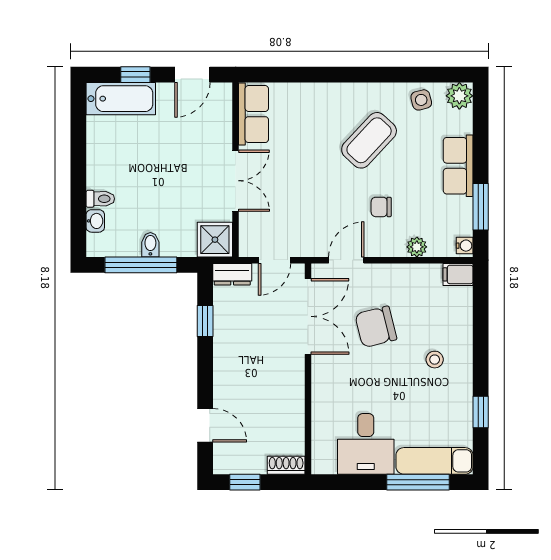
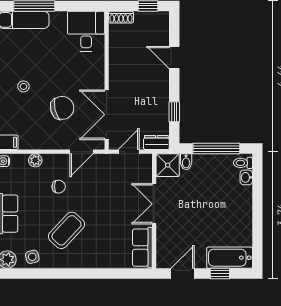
toilet: (100, 199) -> (243, 163), moved
bidet: (150, 245) -> (186, 162), moved
door: (205, 425) -> (174, 57), moved
desk: (366, 444) -> (86, 31), moved

